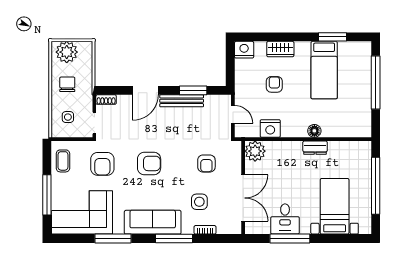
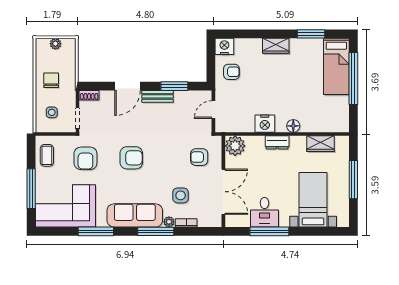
wardrobe: (280, 49) -> (276, 46), moved
plant: (67, 52) -> (55, 44), width x0.53, depth x0.53
bed: (324, 70) -> (336, 66), moved
armchair: (274, 84) -> (231, 72), moved, turned 90
bench: (182, 101) -> (157, 96), width x0.73
door: (233, 114) -> (213, 110), swing flipped
nightstand: (270, 128) -> (265, 124), moved
dresser: (315, 148) -> (277, 142), moved
wardrobe: (342, 149) -> (321, 144), added
armchair: (206, 164) -> (199, 157), moved, turned 90
window: (376, 186) -> (353, 180), width x0.68
plant: (187, 229) -> (169, 222), added

